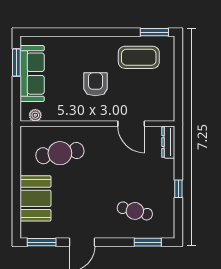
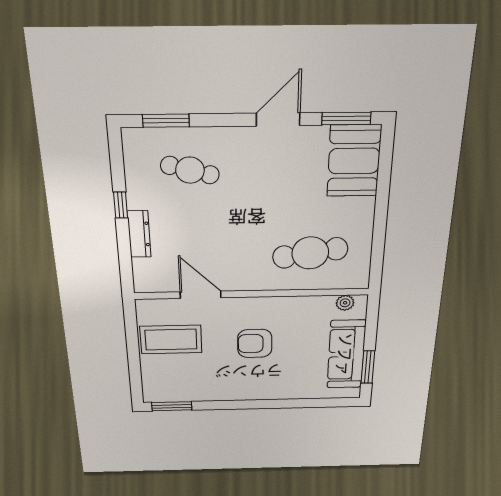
coffee table: (139, 57) -> (171, 340), moved
armchair: (95, 84) -> (255, 343), turned 90
dresser: (168, 142) -> (139, 234), moved
booth: (35, 198) -> (354, 161), moved

